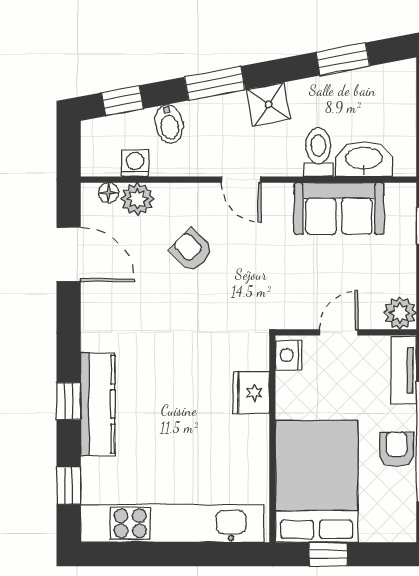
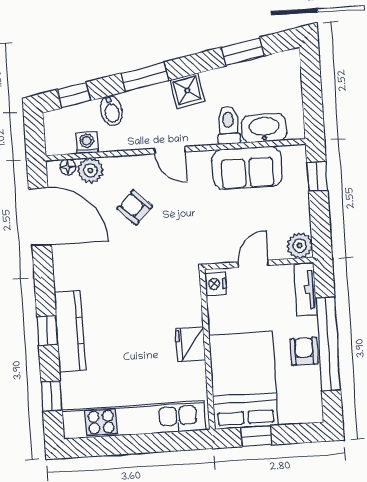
door: (69, 254) -> (40, 217), width x1.36
fridge: (251, 393) -> (190, 344), moved

